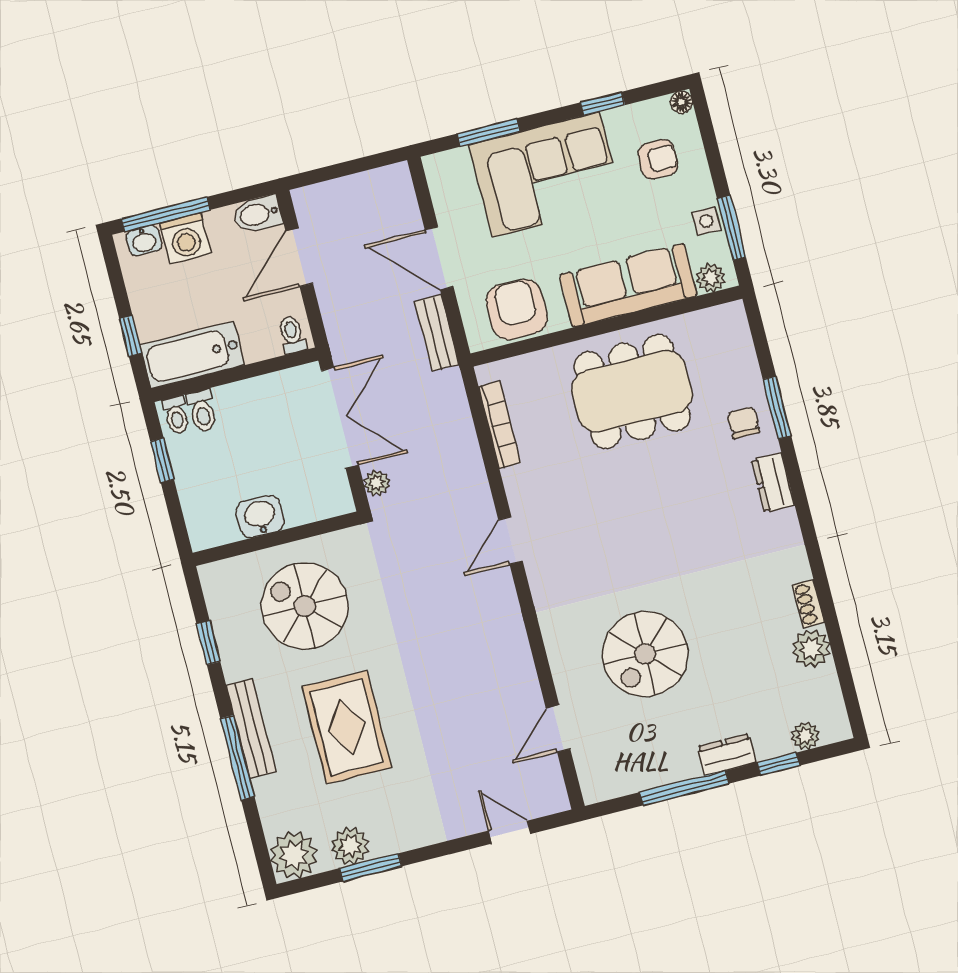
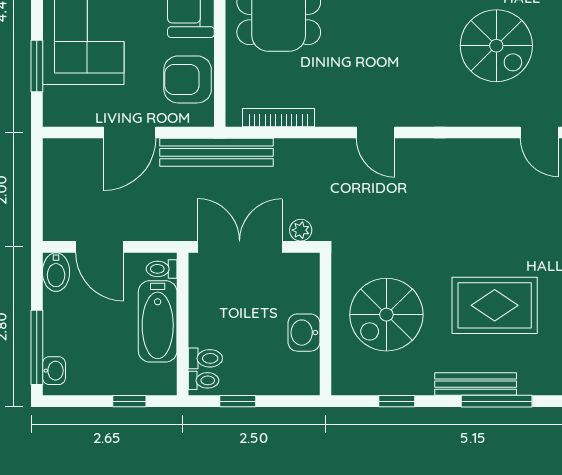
washing machine: (185, 238) -> (61, 336), removed
bench: (437, 333) -> (217, 152), width x1.86, depth x1.21
bathtub: (192, 355) -> (158, 321), moved

